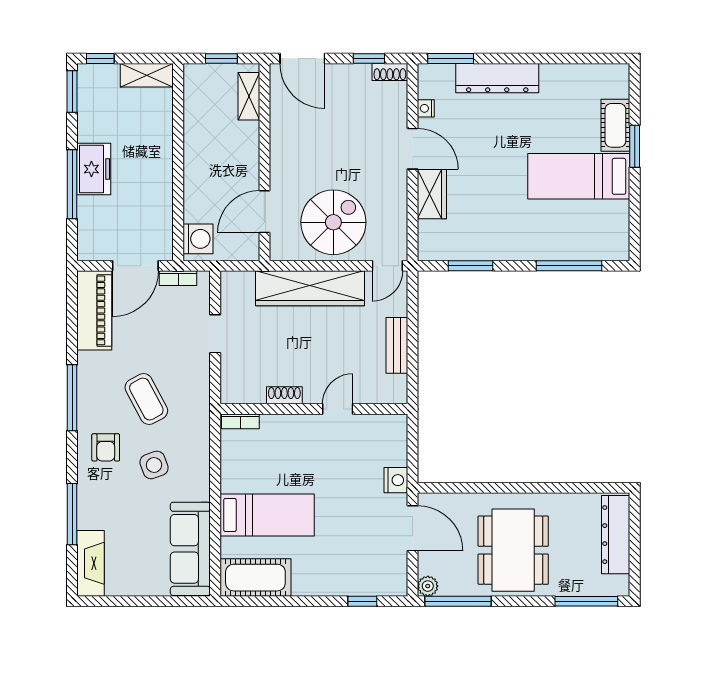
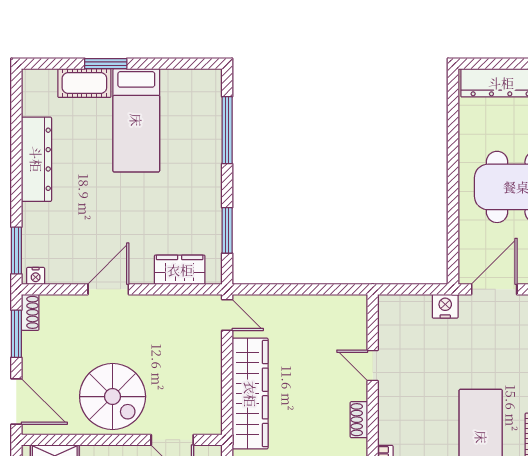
door: (302, 58) -> (16, 401), hinge flipped
window: (369, 58) -> (16, 334), width x1.50
dresser: (497, 78) -> (36, 159), moved
nightstand: (426, 108) -> (36, 276), moved
wardrobe: (432, 194) -> (180, 270), moved
spiral stairs: (333, 222) -> (113, 397), moved, turned 180
bench: (397, 345) -> (308, 305), removed

